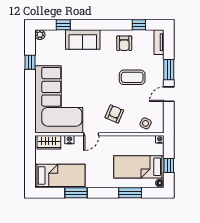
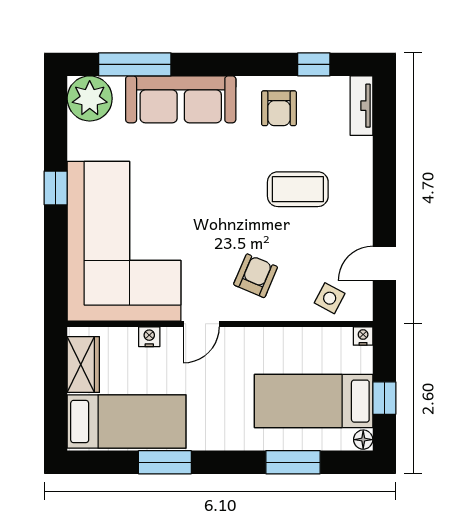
window: (63, 25) -> (135, 64), width x2.17
plant: (40, 35) -> (90, 98), width x1.88, depth x1.88
sofa: (83, 39) -> (181, 99), width x1.36
window: (30, 62) -> (56, 188), moved
window: (169, 70) -> (384, 171), removed
door: (169, 94) -> (384, 263), moved
wardrobe: (49, 142) -> (83, 365), moved, turned -90

